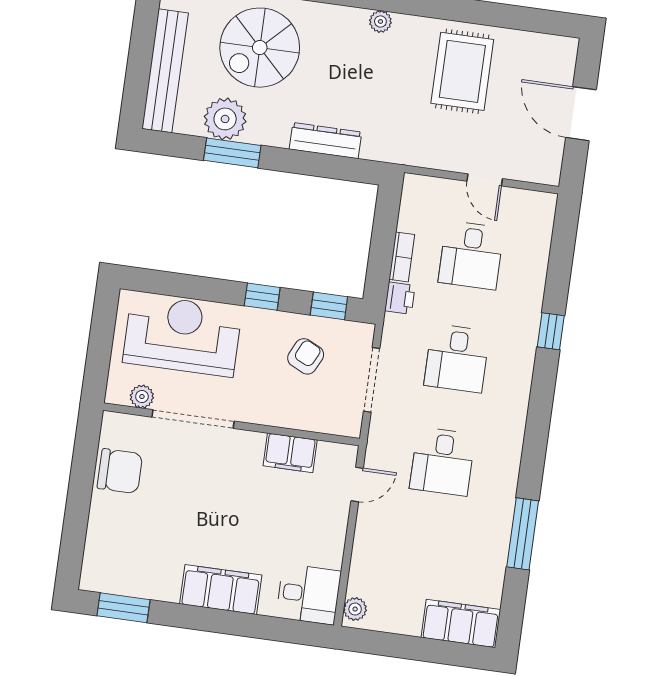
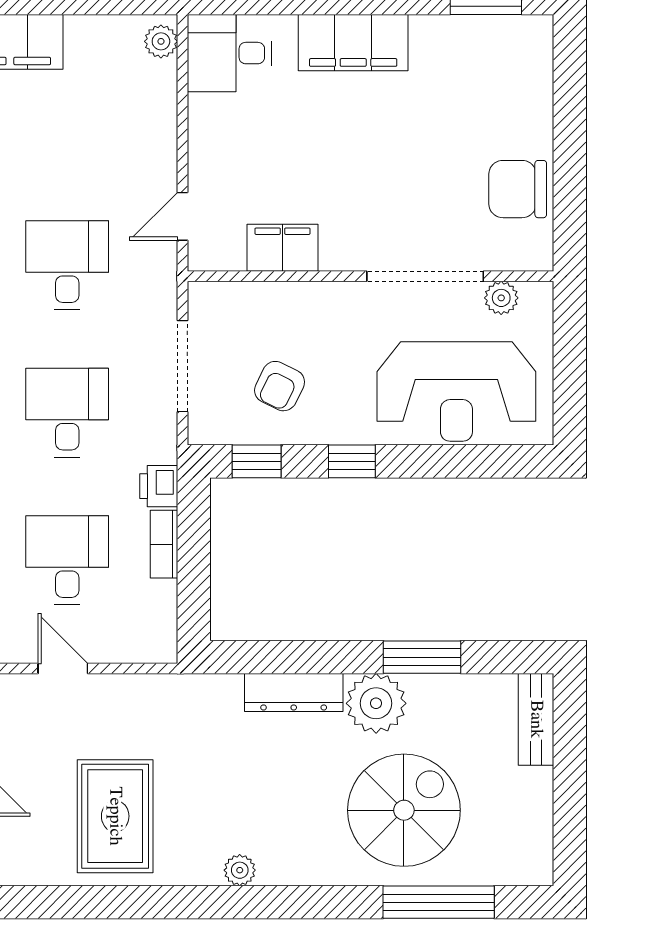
bench: (165, 71) -> (536, 719), width x0.54, depth x0.82
plant: (225, 119) -> (376, 703), moved

